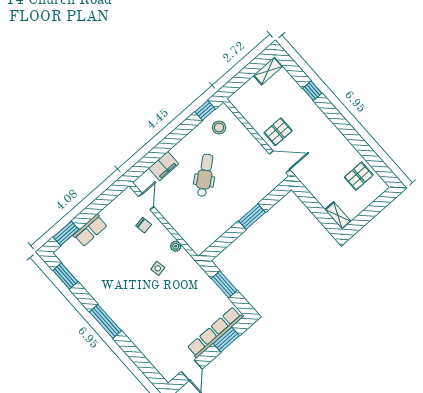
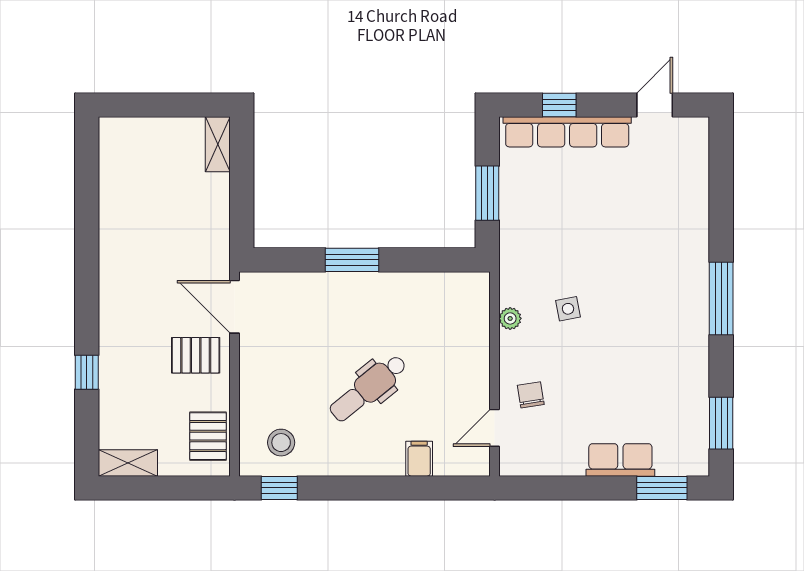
filing cabinet: (164, 166) -> (419, 459), width x0.50
pallet: (359, 176) -> (208, 436), moved, turned 90
window: (226, 340) -> (559, 105), width x0.67

